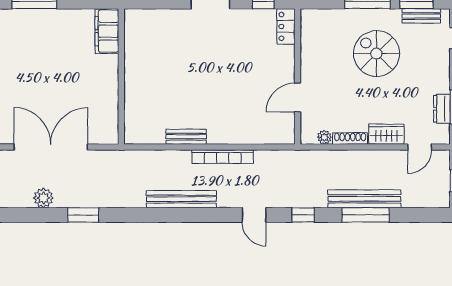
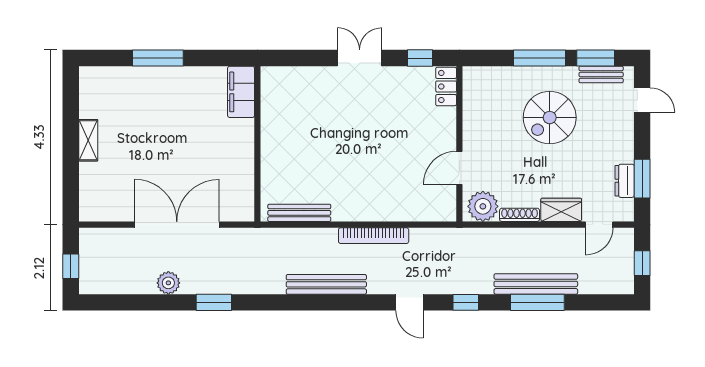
spiral stairs: (376, 54) -> (550, 118), turned -90
bench: (186, 137) -> (299, 213), moved, width x1.36
plant: (324, 137) -> (483, 206), width x1.87, depth x1.87

